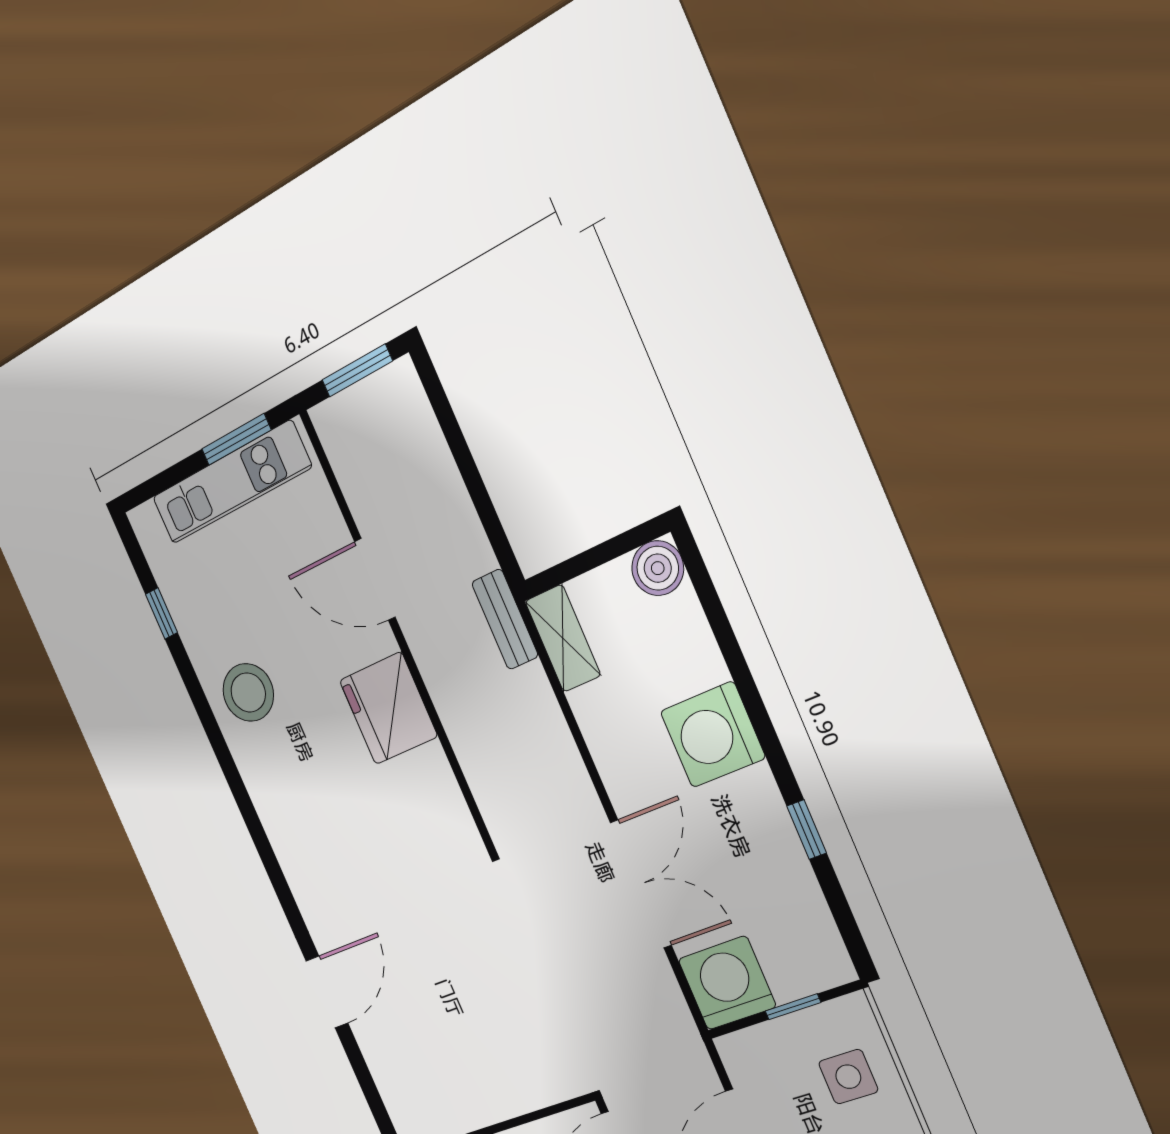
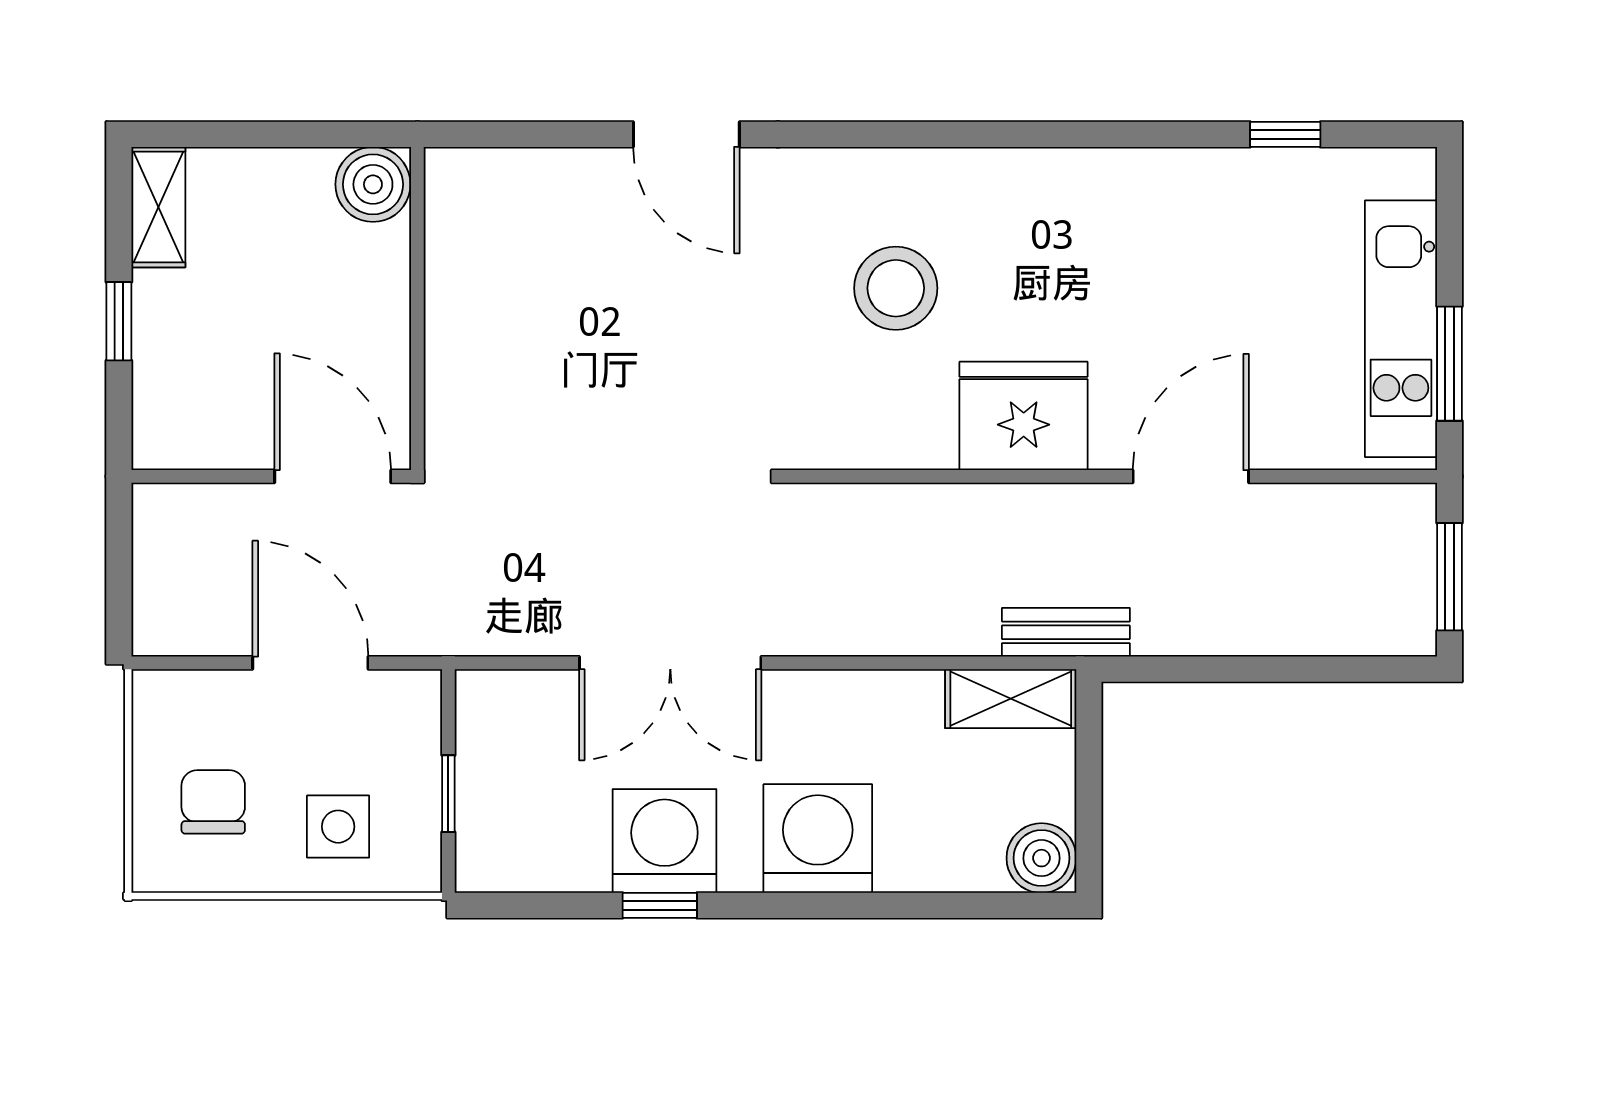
stool: (248, 692) -> (896, 288), moved
washing machine: (727, 983) -> (664, 841), moved, turned -90

